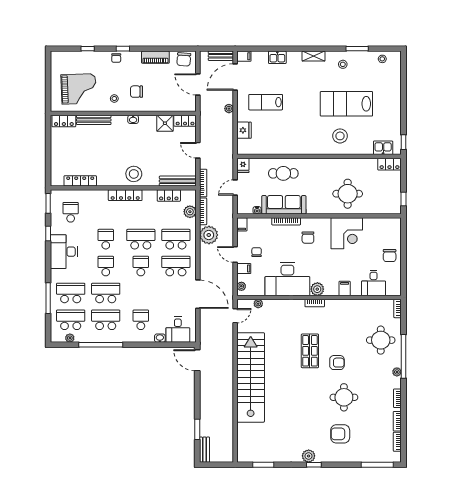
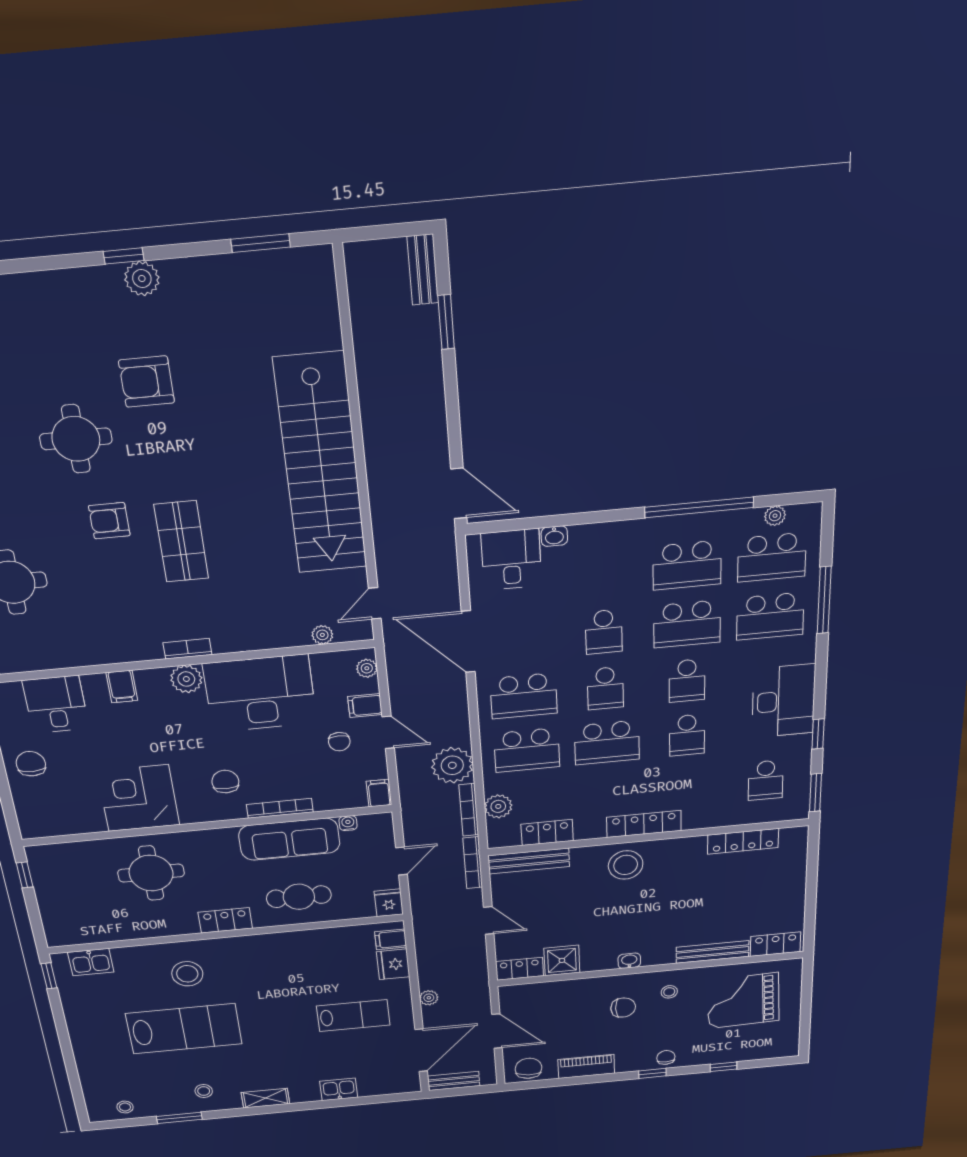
filing cabinet: (244, 56) -> (391, 939), moved
locker: (389, 164) -> (225, 920), moved
school desk: (141, 320) -> (604, 632), moved
armchair: (340, 434) -> (147, 382), moved, turned 180

